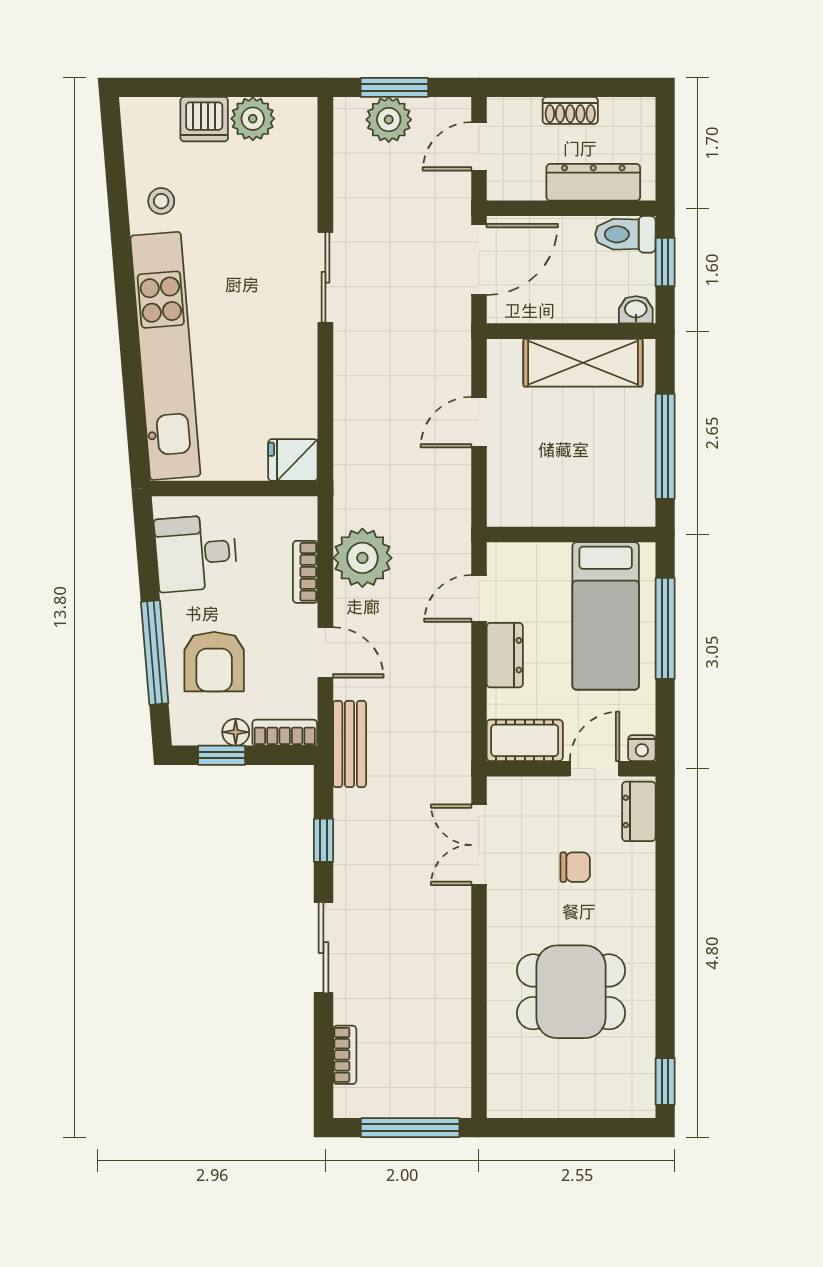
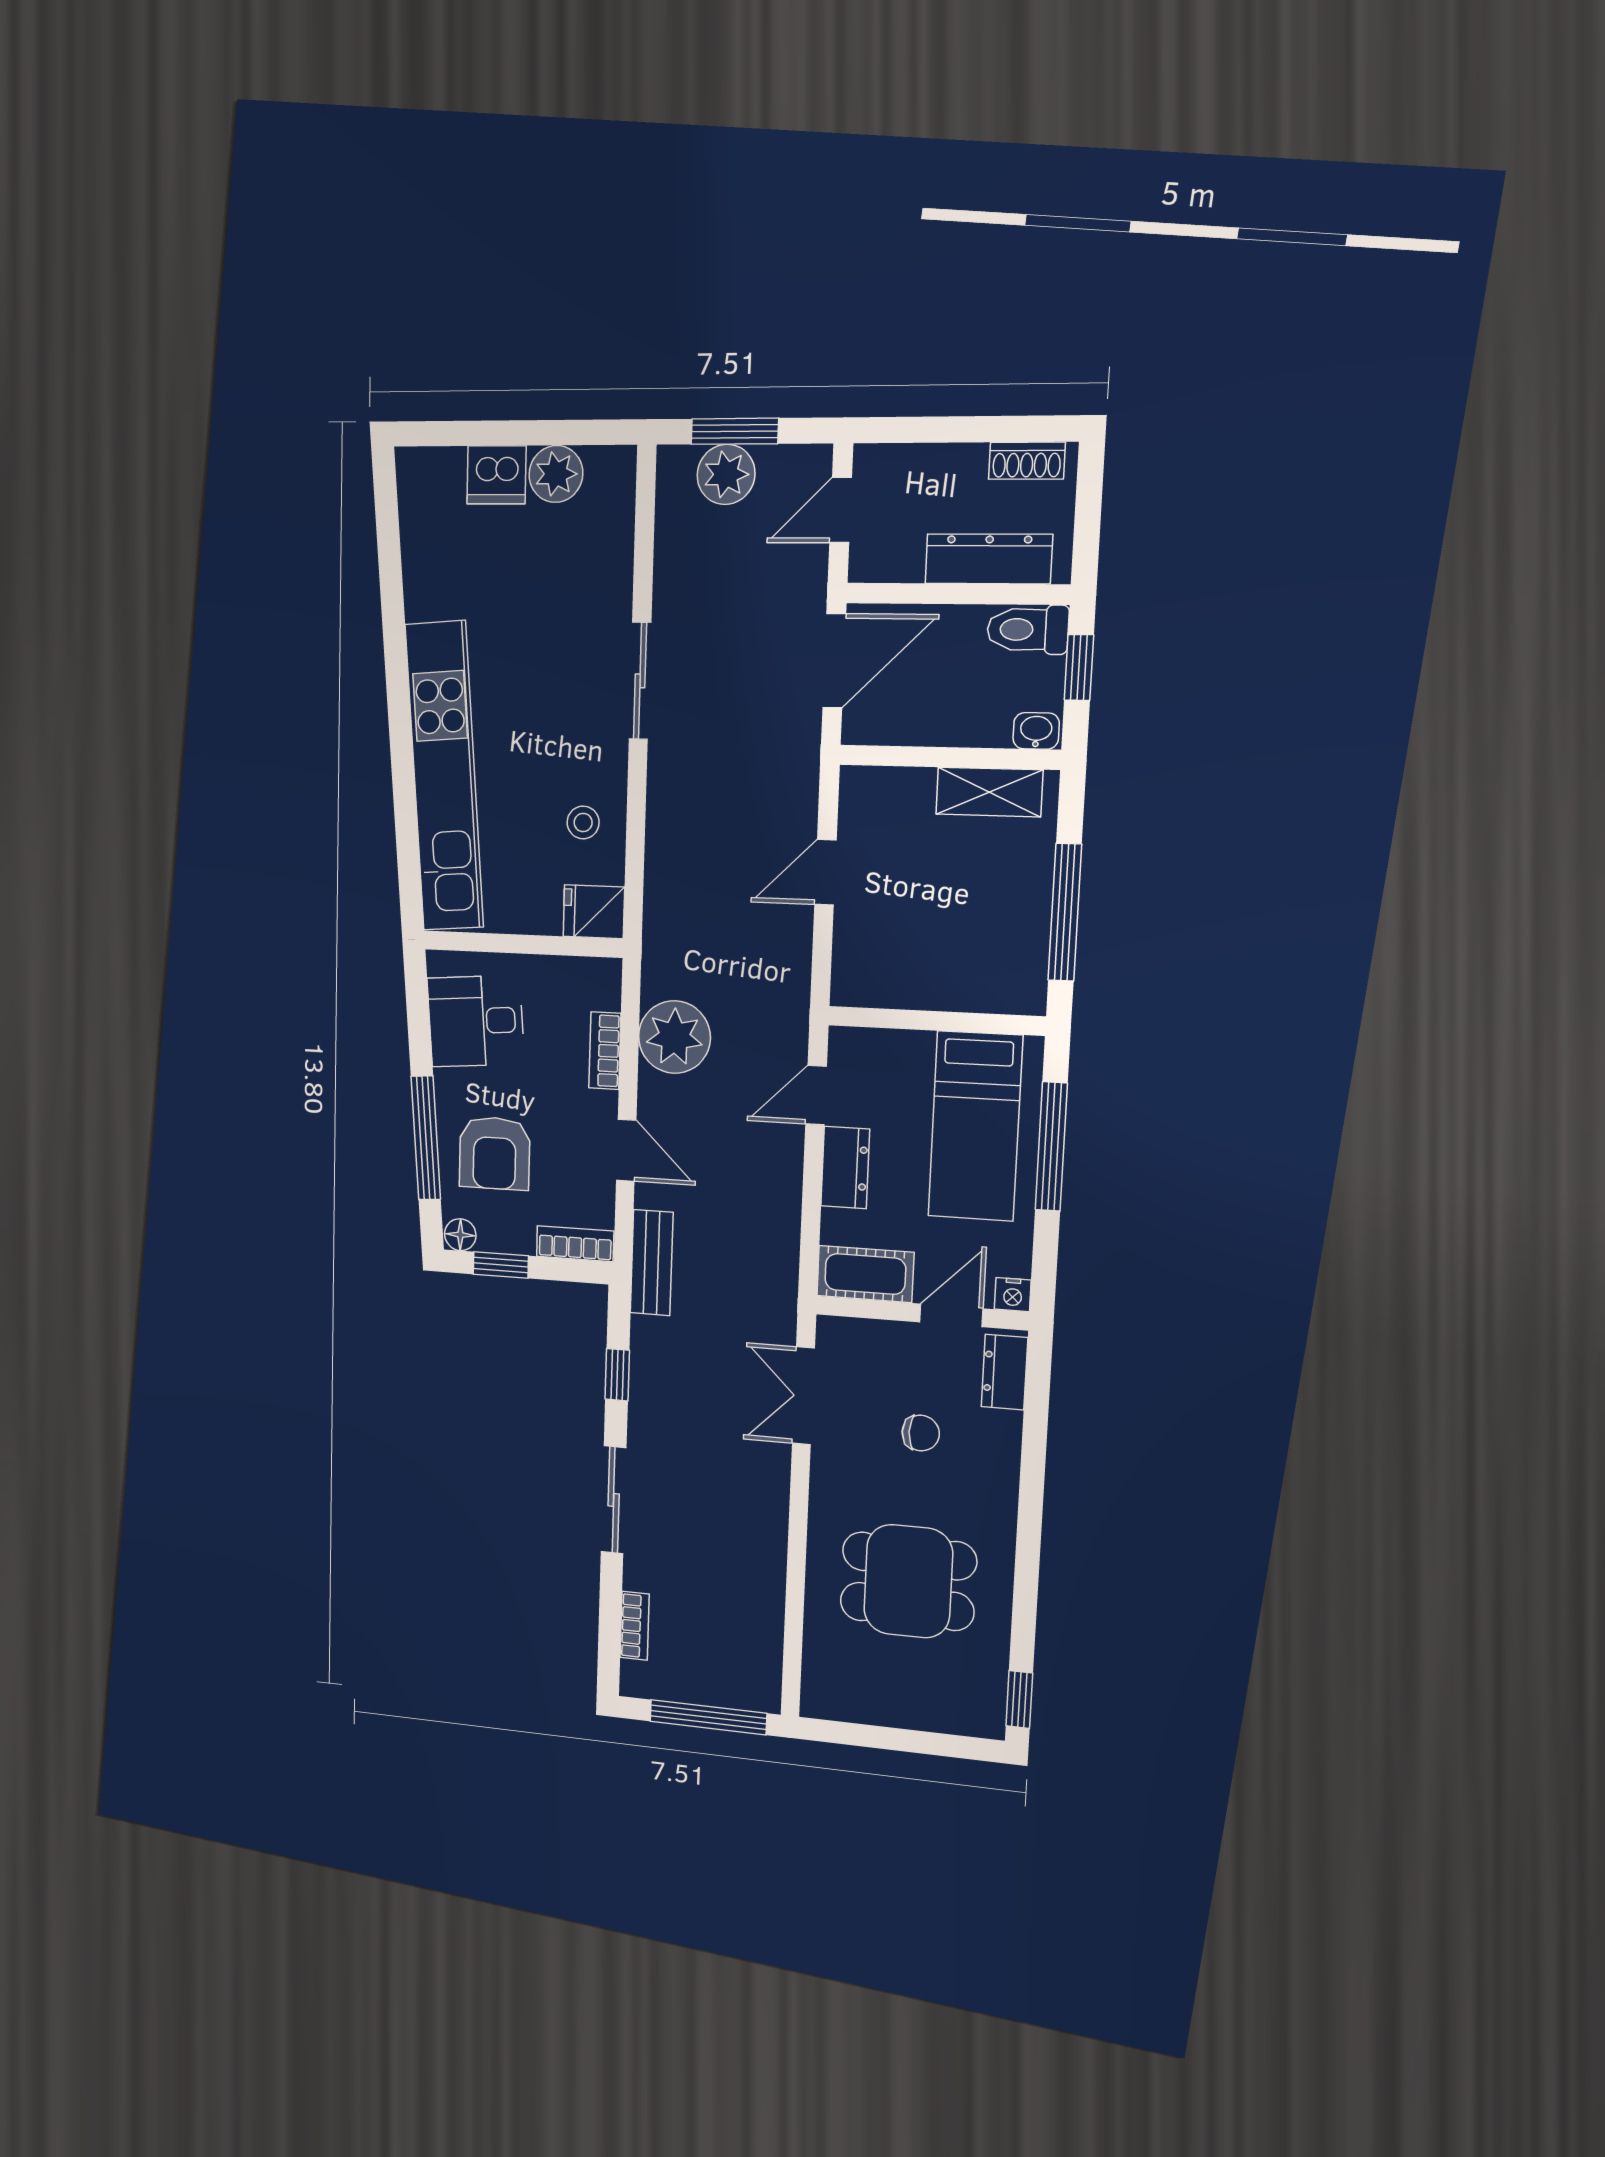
shoe rack: (570, 110) -> (1027, 461), moved
stool: (161, 201) -> (583, 822), moved
shelving: (583, 363) -> (989, 792), width x0.67, depth x0.75
floor lamp: (236, 732) -> (460, 1235), moved

